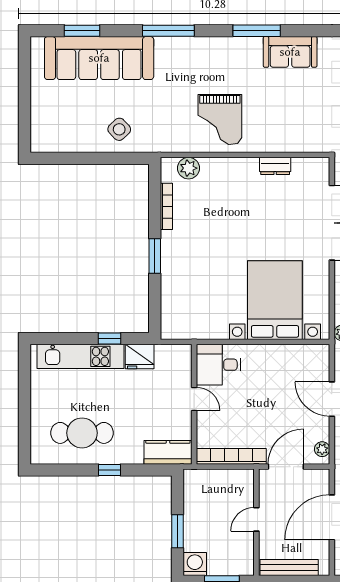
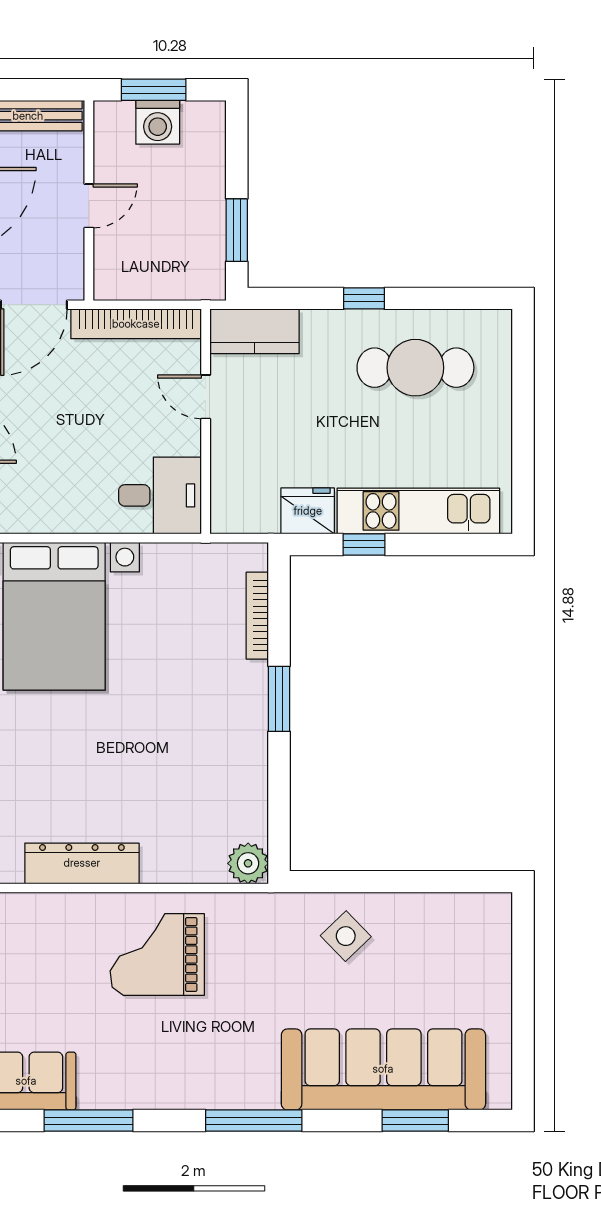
grand piano: (220, 119) -> (157, 954), turned -90
dresser: (275, 166) -> (82, 863), width x1.96, depth x1.24
plant: (188, 168) -> (248, 863), moved
bookcase: (166, 206) -> (257, 616), moved
door: (194, 399) -> (206, 397), moved
window: (177, 531) -> (237, 230), moved
washing machine: (195, 564) -> (158, 122), moved

